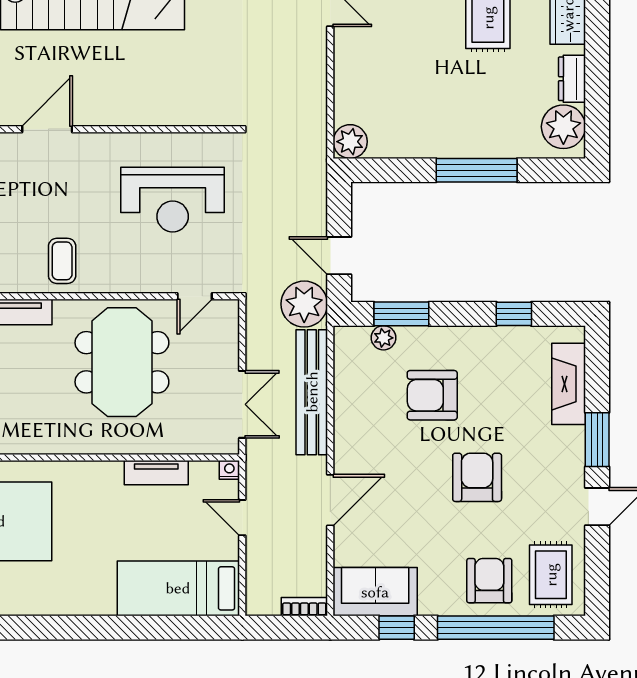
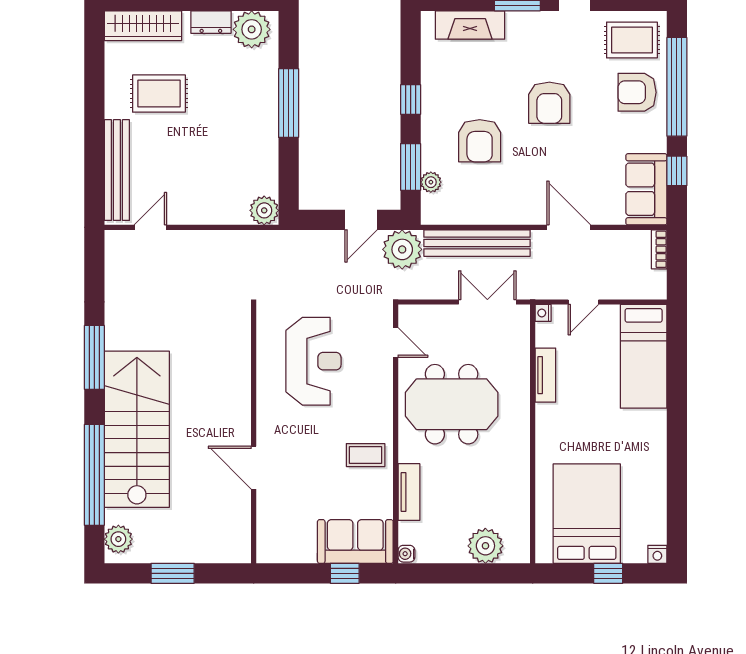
window: (514, 314) -> (411, 100), moved
armchair: (477, 477) -> (549, 103), turned -90

